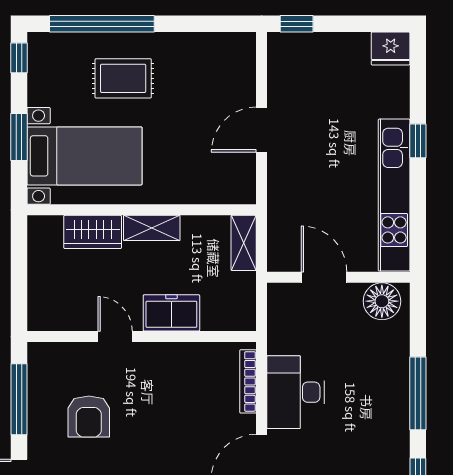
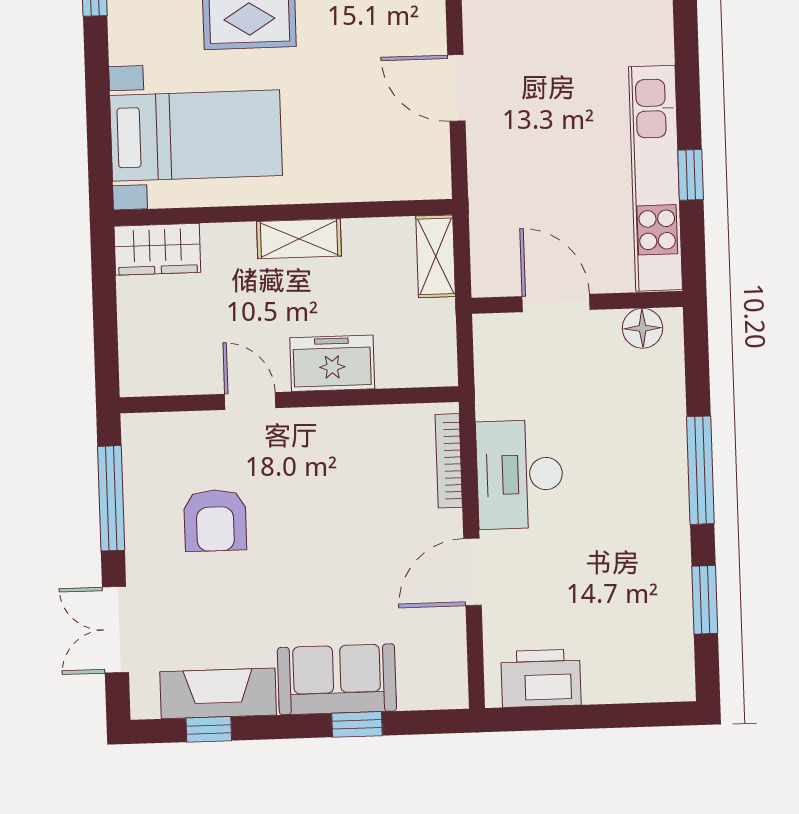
door: (262, 130) -> (456, 88), hinge flipped
window: (19, 137) -> (98, 111), removed
window: (418, 141) -> (691, 175), moved
wardrobe: (93, 232) -> (157, 249), moved
floor lamp: (382, 301) -> (643, 328), width x0.73, depth x0.73

